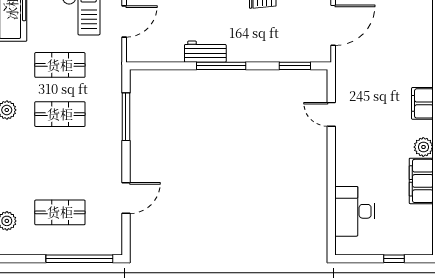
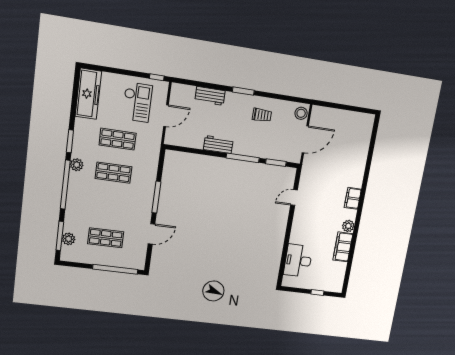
window: (221, 66) -> (243, 158), moved
door: (331, 114) -> (294, 198), hinge flipped
window: (126, 117) -> (156, 197), moved

